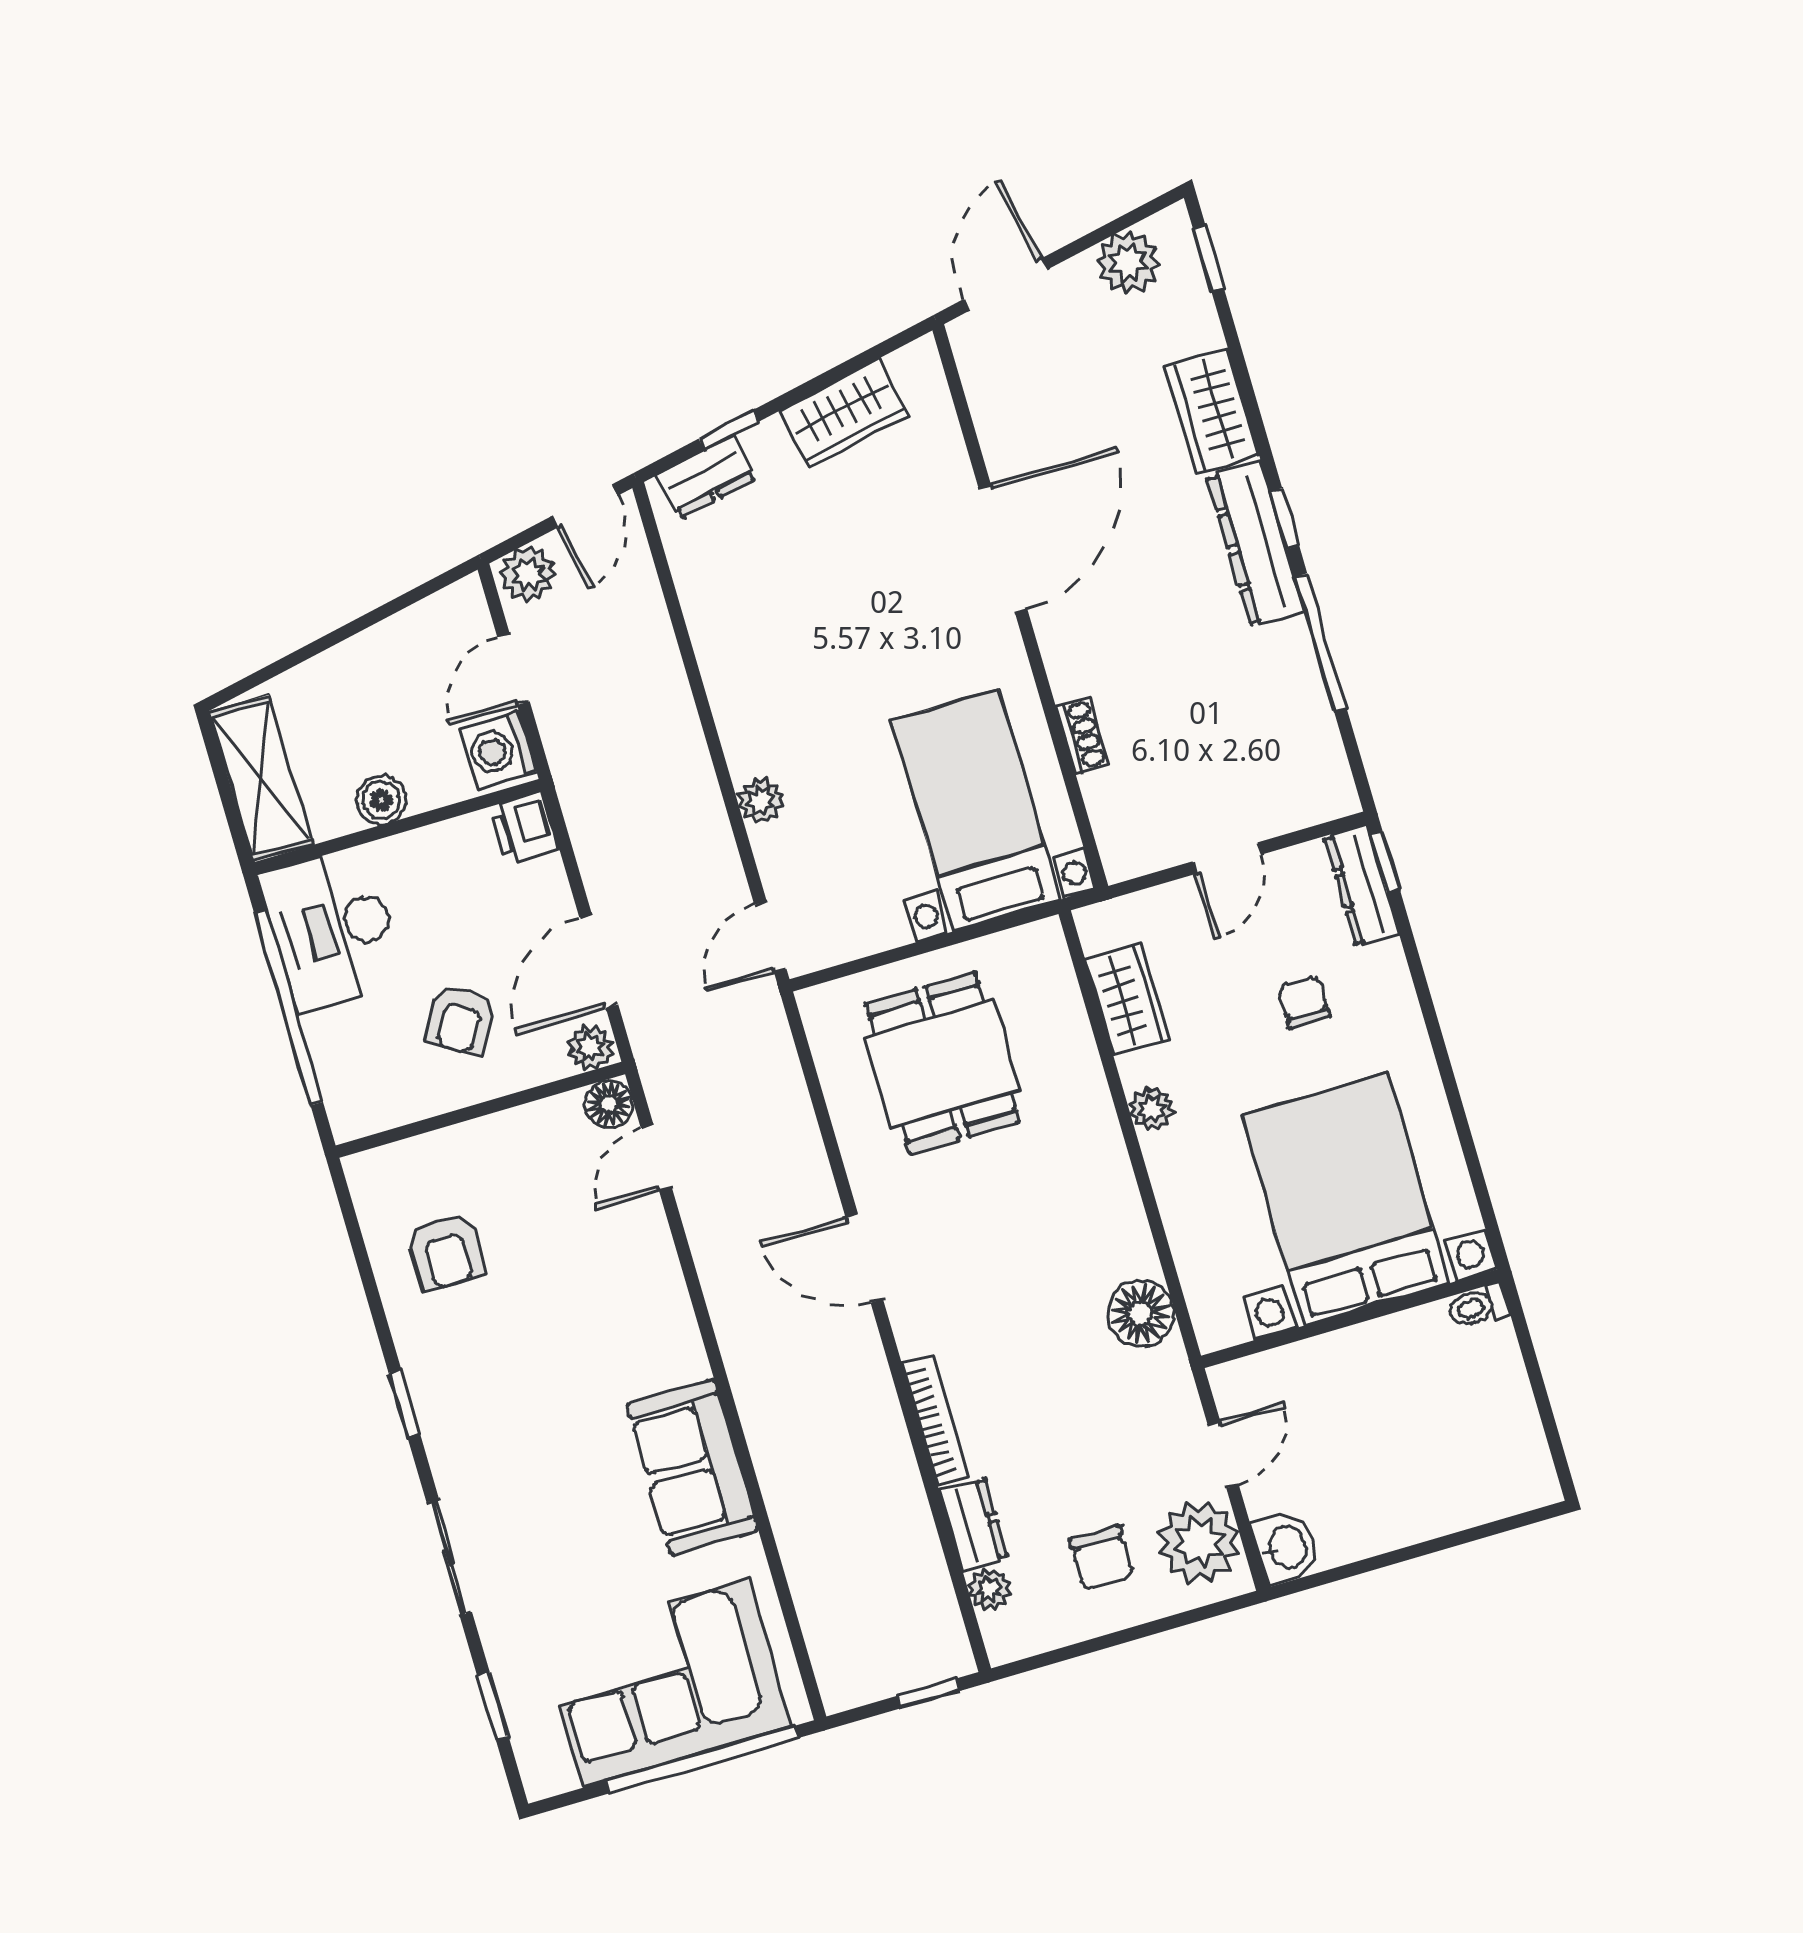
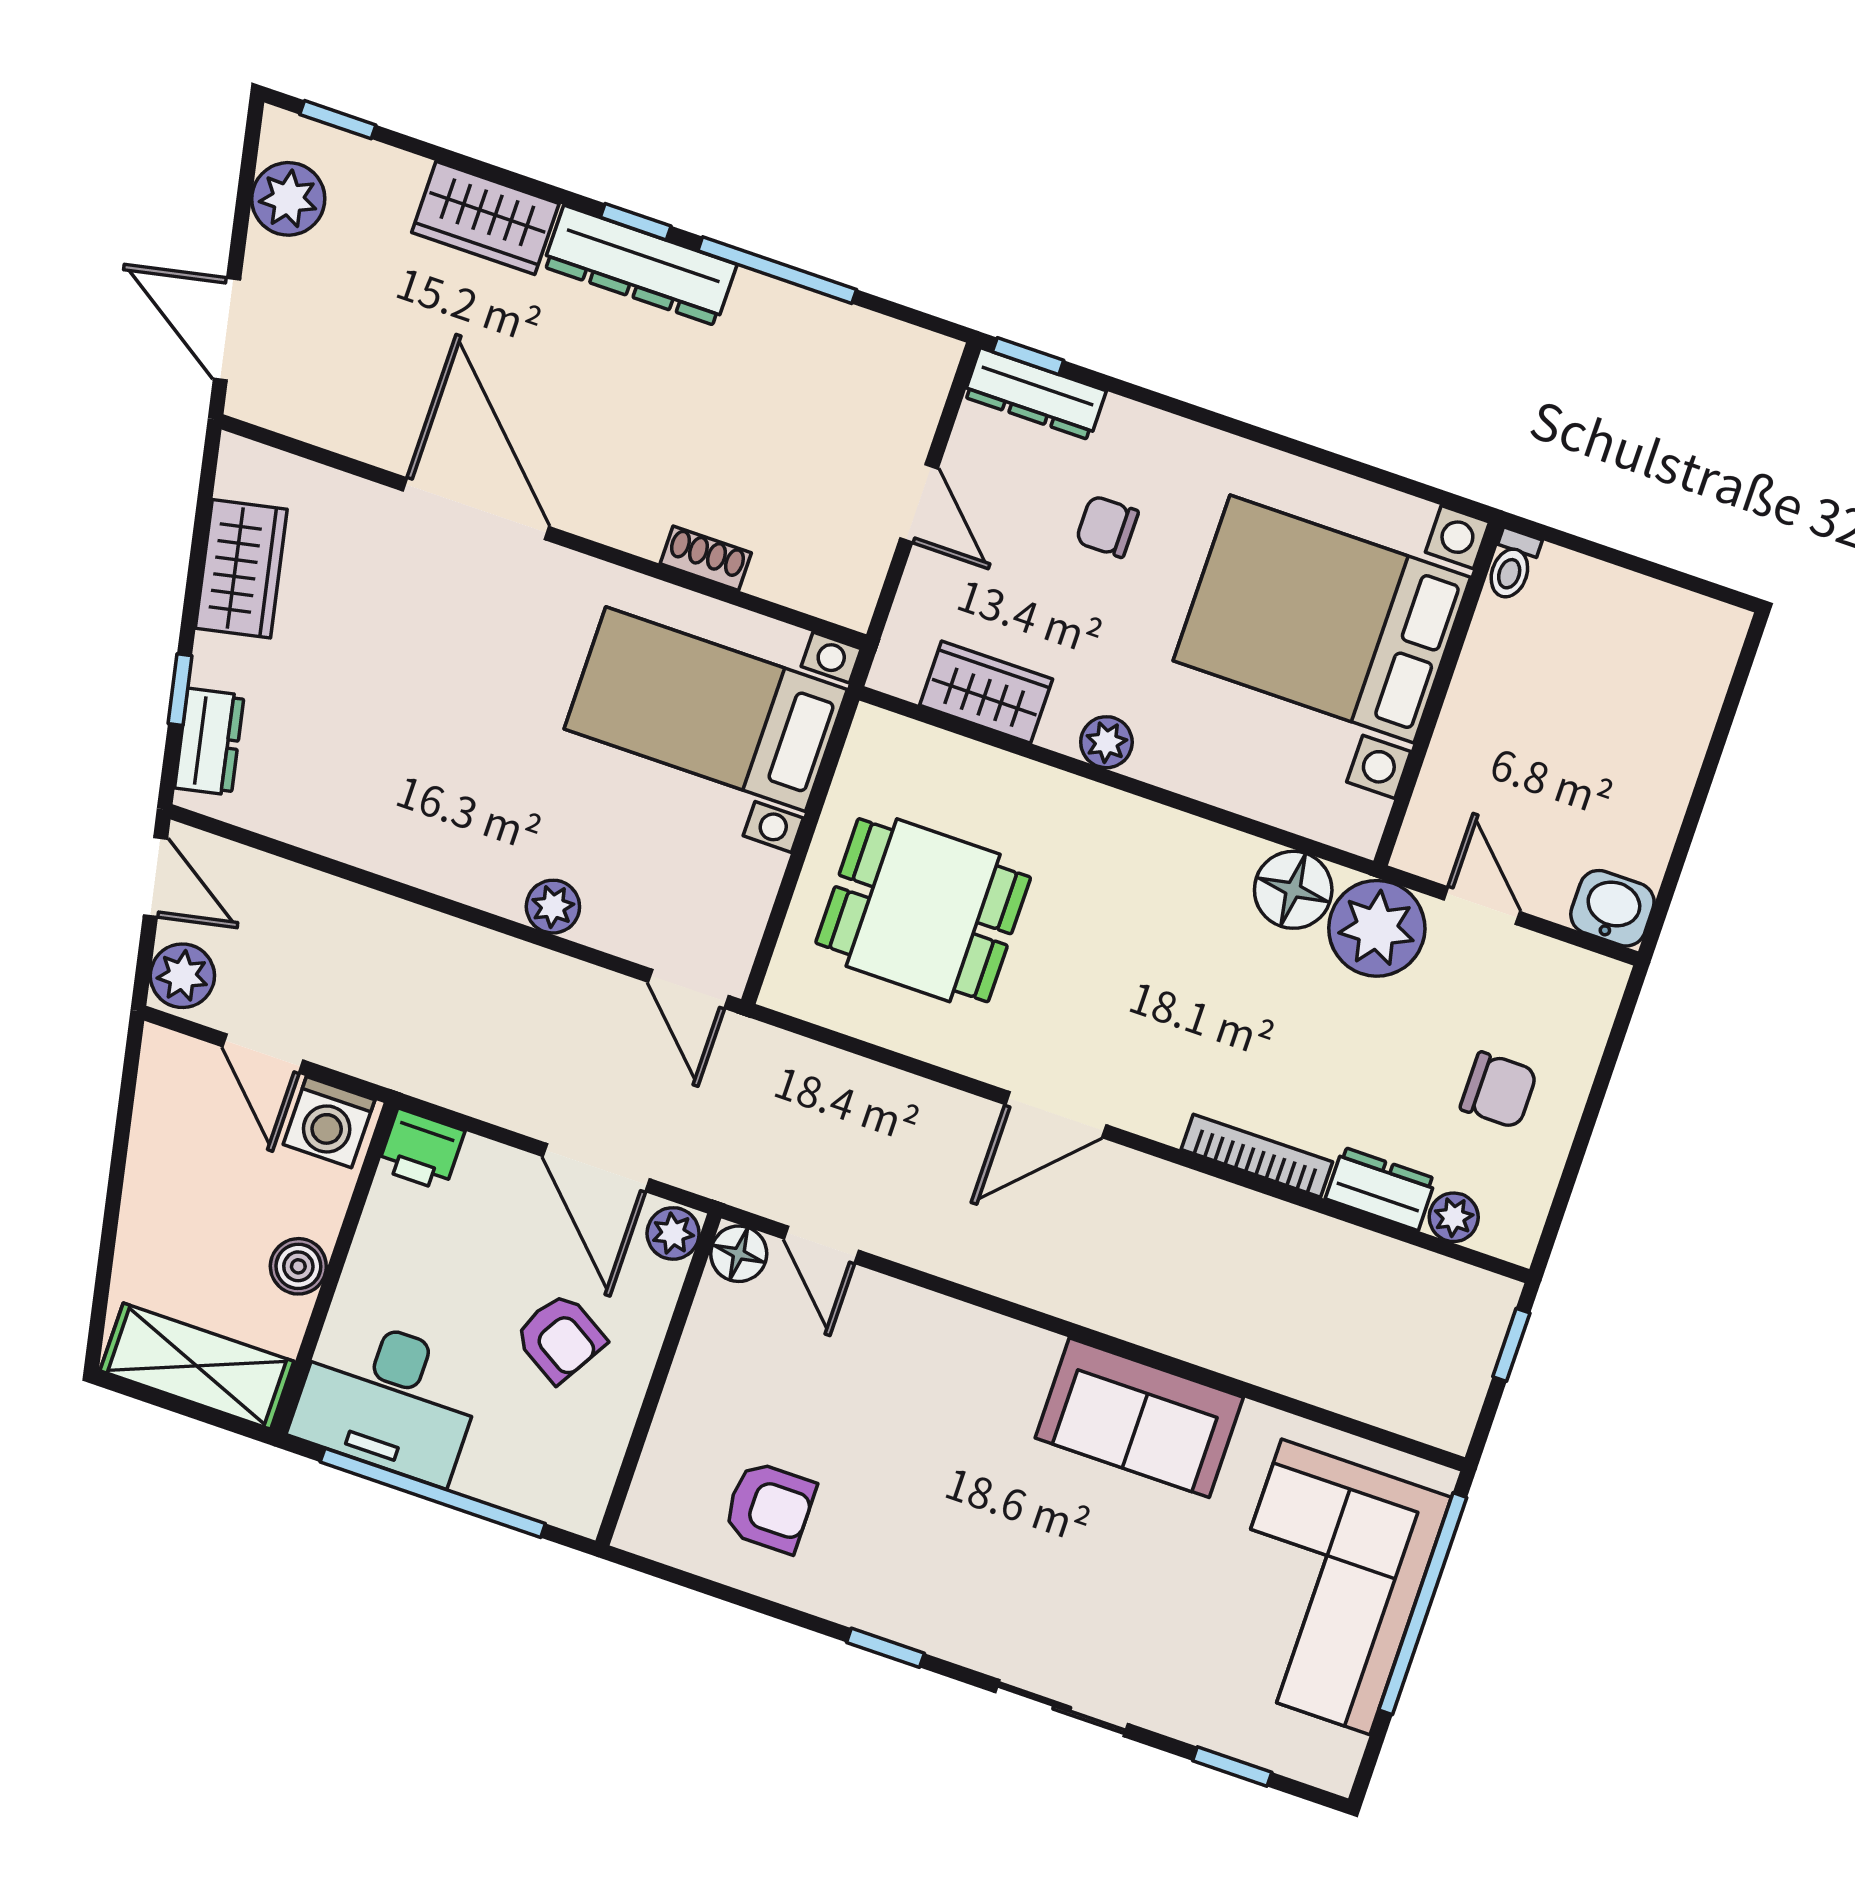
plant: (1199, 1542) -> (1377, 928), moved

